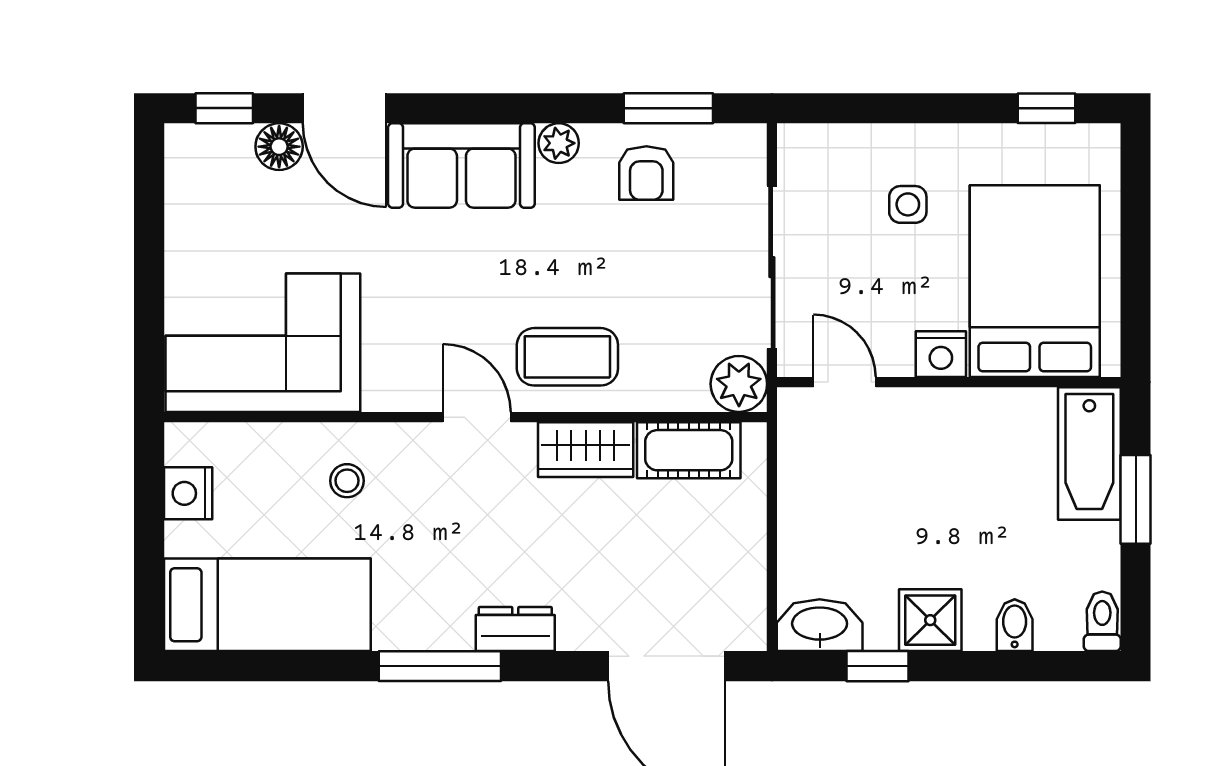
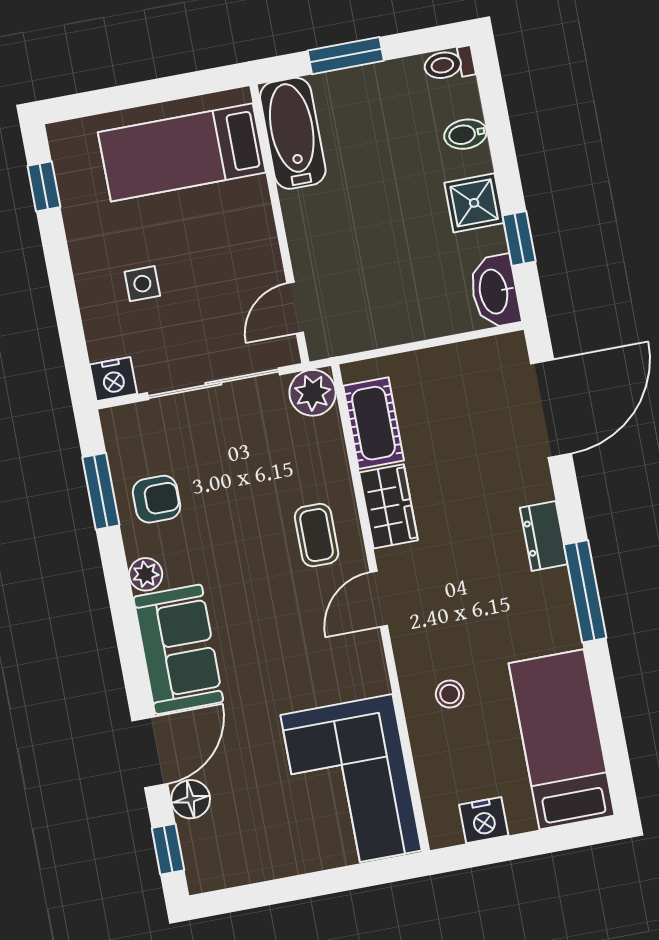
bed: (1035, 281) -> (182, 152), width x0.67
nightstand: (941, 354) -> (113, 379), moved, turned 90
coffee table: (567, 357) -> (317, 535), width x0.73, depth x0.77
bathtub: (1089, 453) -> (293, 133), moved, turned -90

